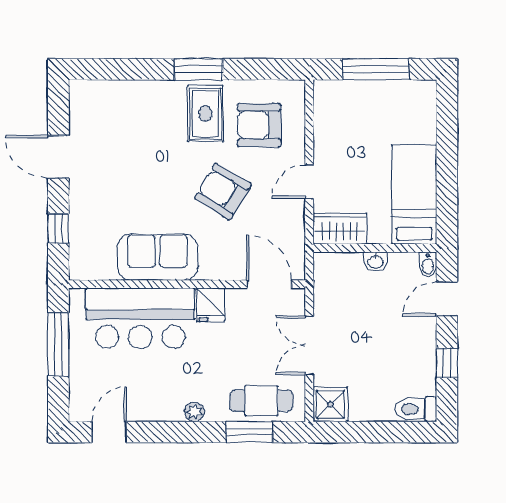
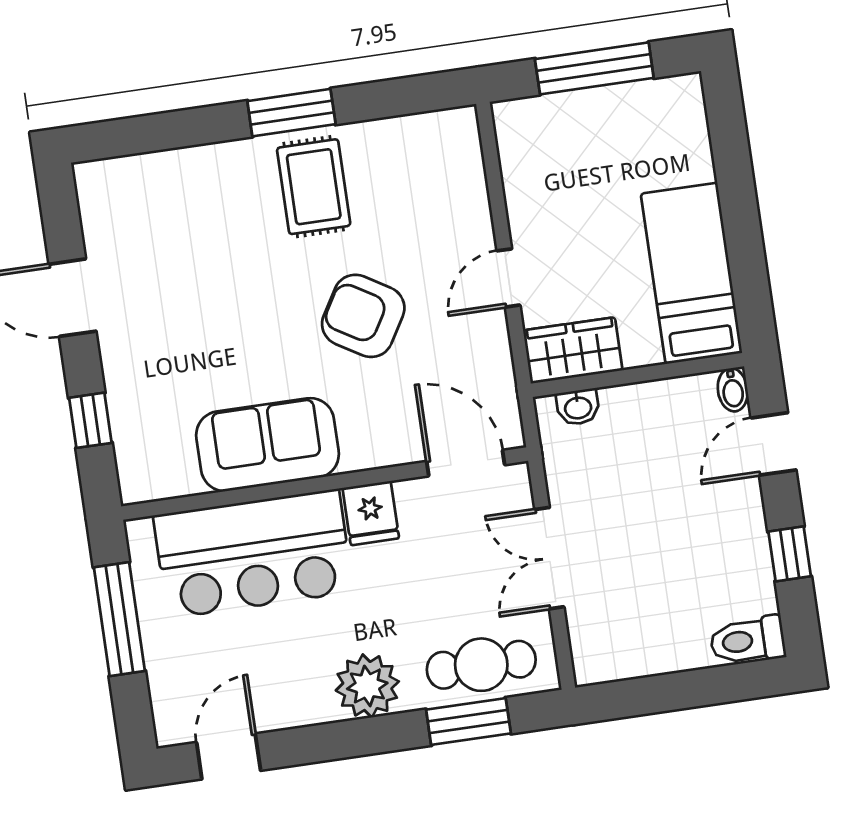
armchair: (259, 125) -> (409, 193), removed
washbasin: (376, 261) -> (578, 407), moved
shower: (330, 404) -> (600, 654), removed
plant: (194, 412) -> (367, 686), width x1.88, depth x1.88

